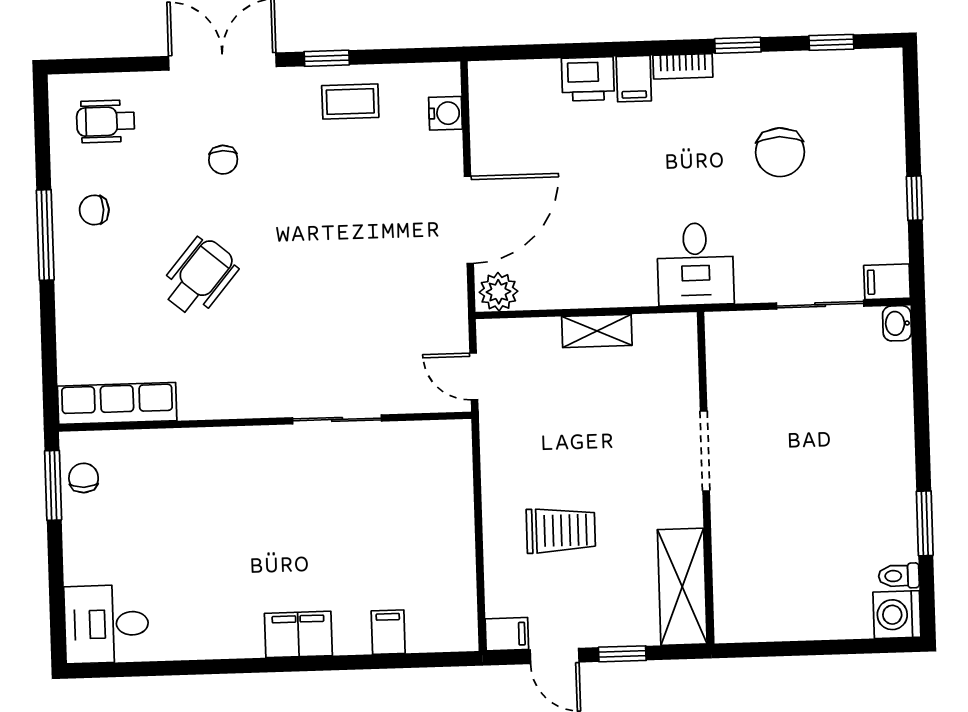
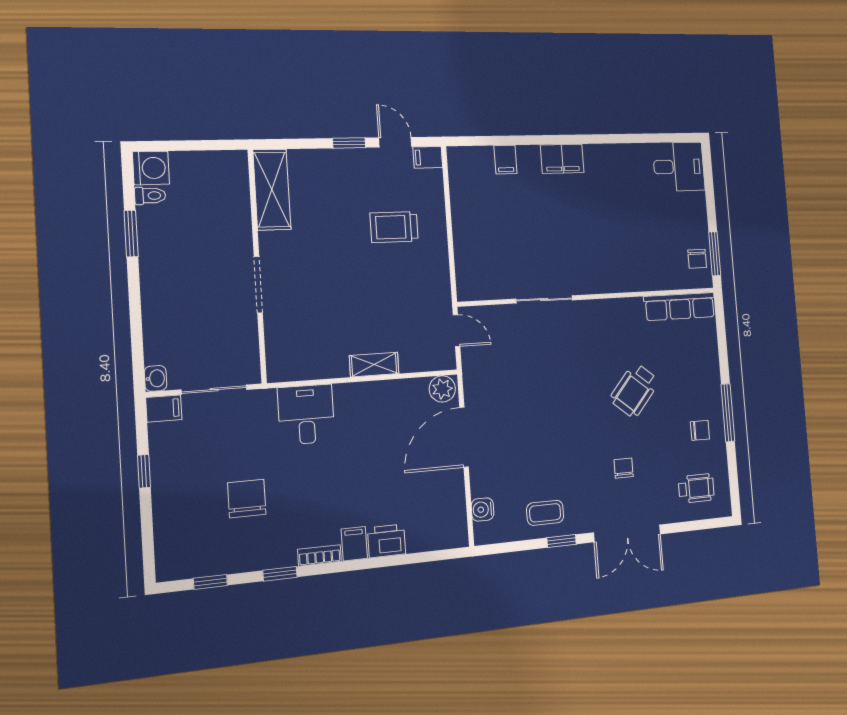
doorway: (705, 451) -> (258, 285), moved
wall: (706, 478) -> (257, 266), moved
shelving: (682, 587) -> (272, 190), moved

